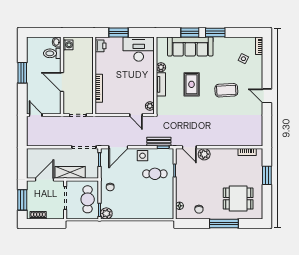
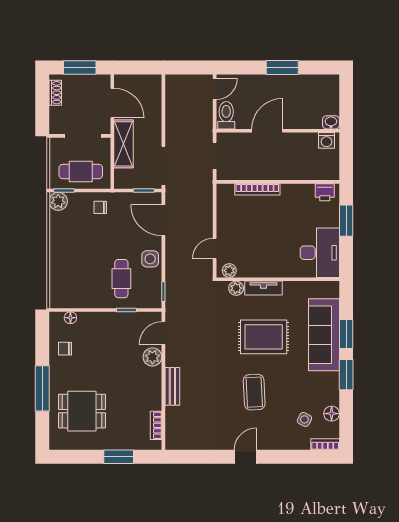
floor lamp: (240, 42) -> (332, 414), added
toilet: (52, 53) -> (226, 115), moved
plant: (161, 67) -> (236, 288), moved
rug: (192, 84) -> (264, 337), width x1.36, depth x1.43
bench: (159, 142) -> (172, 386), moved
dining table: (238, 199) -> (82, 411), turned 90

